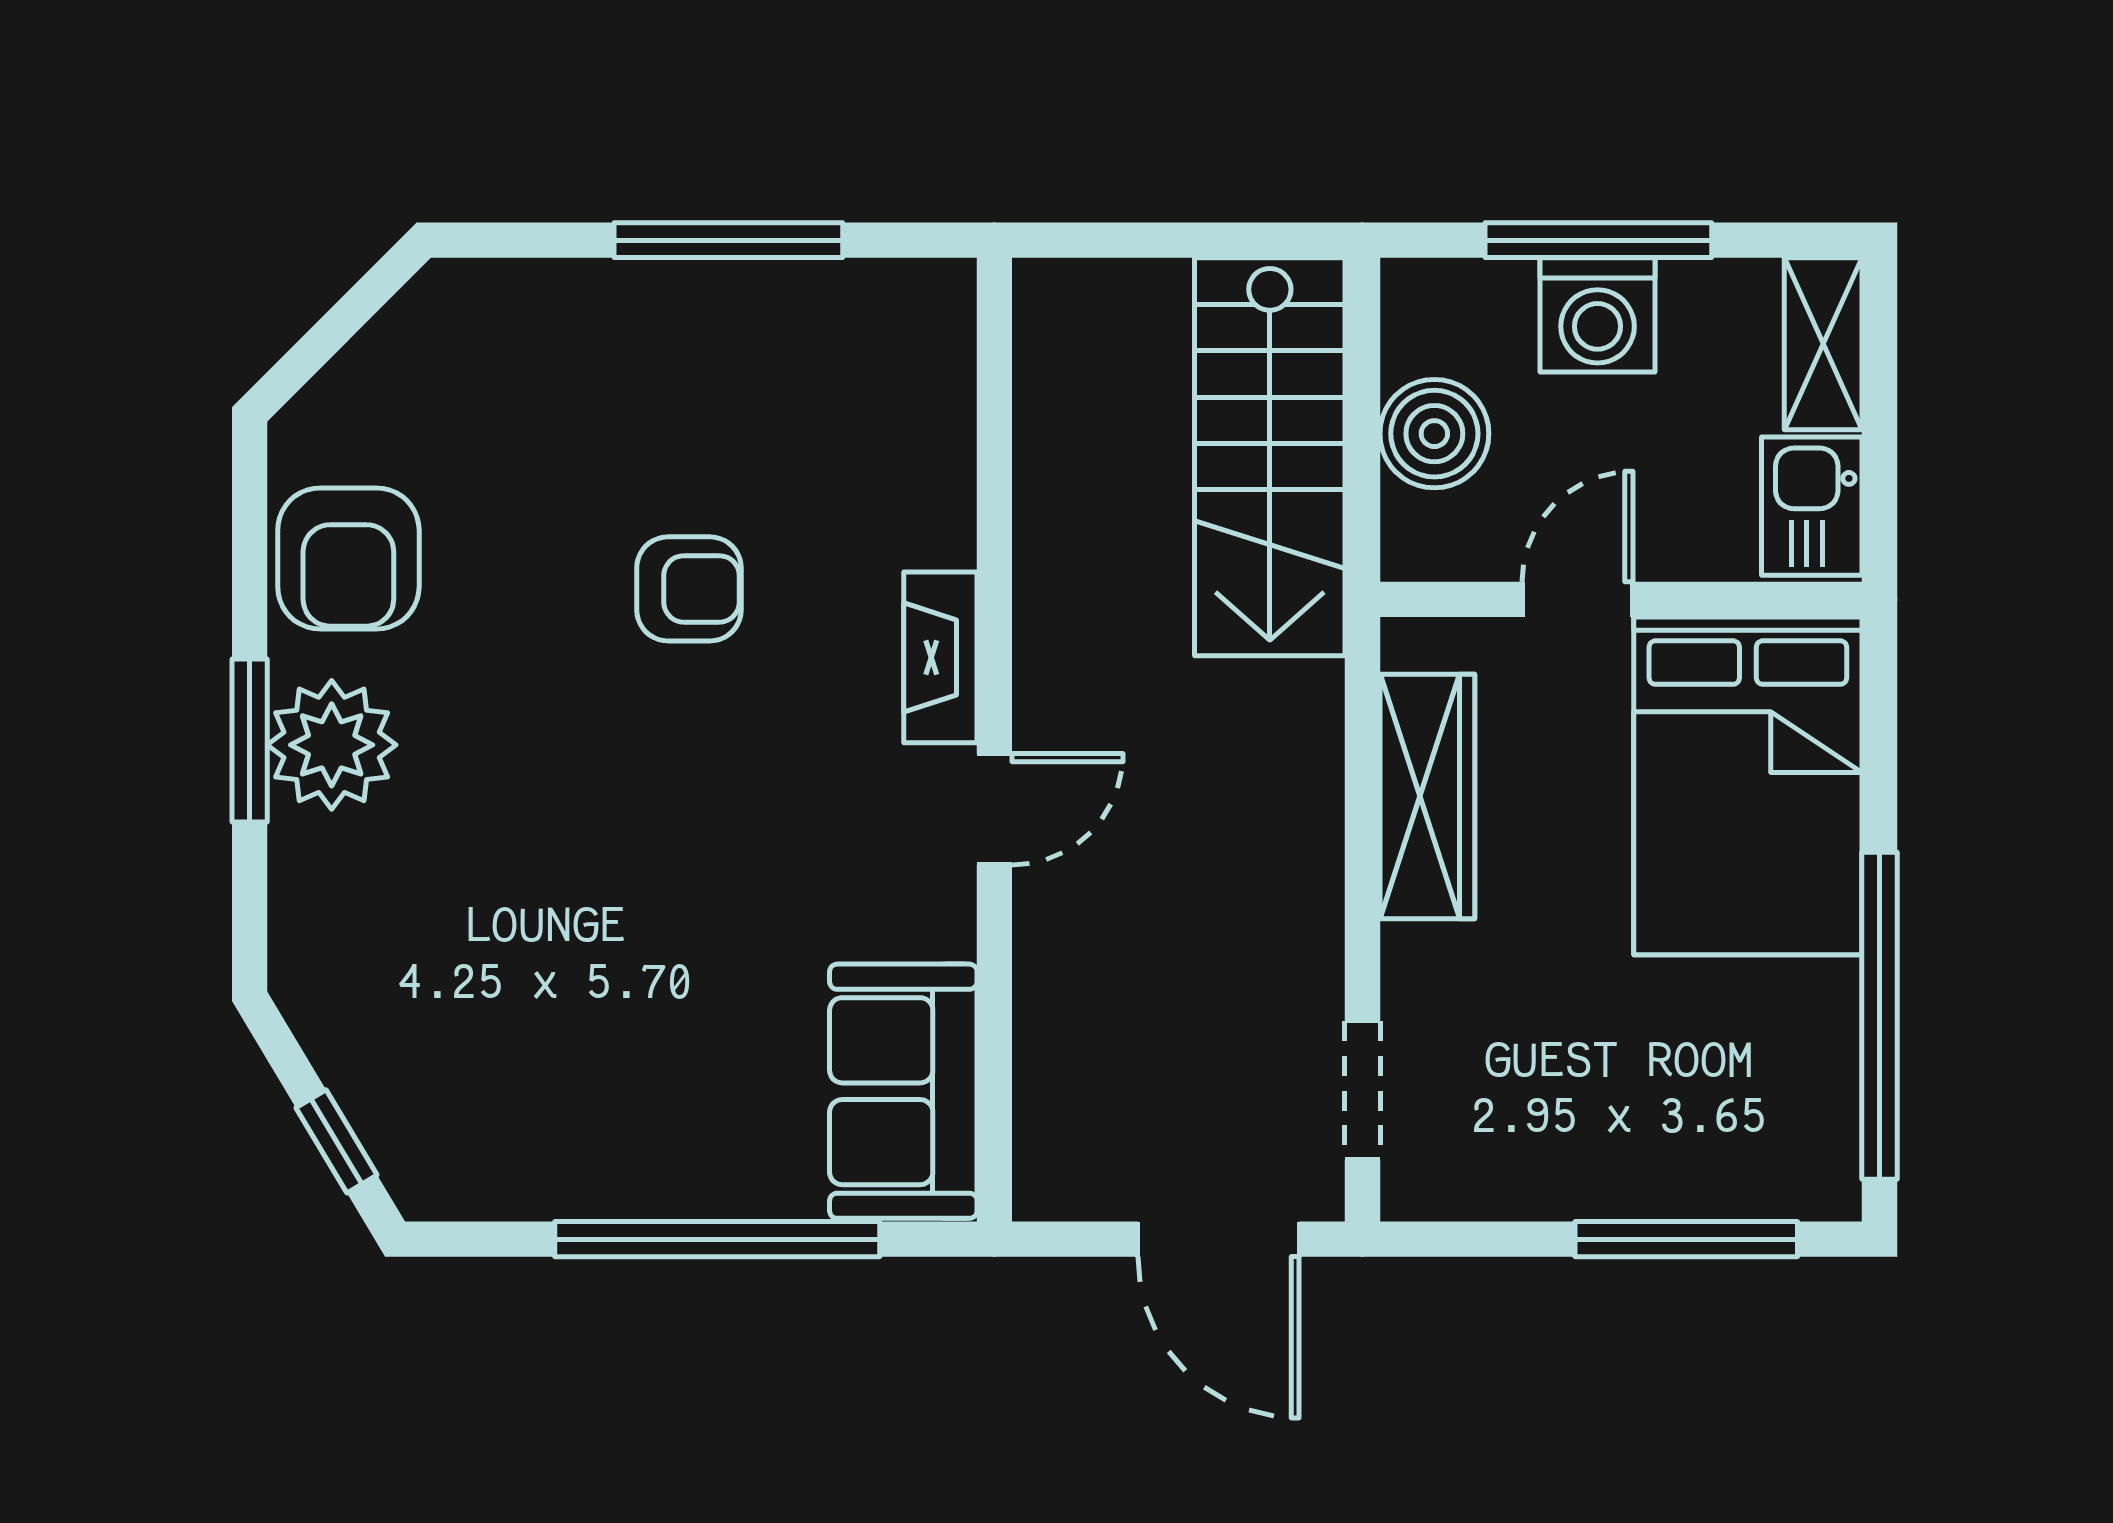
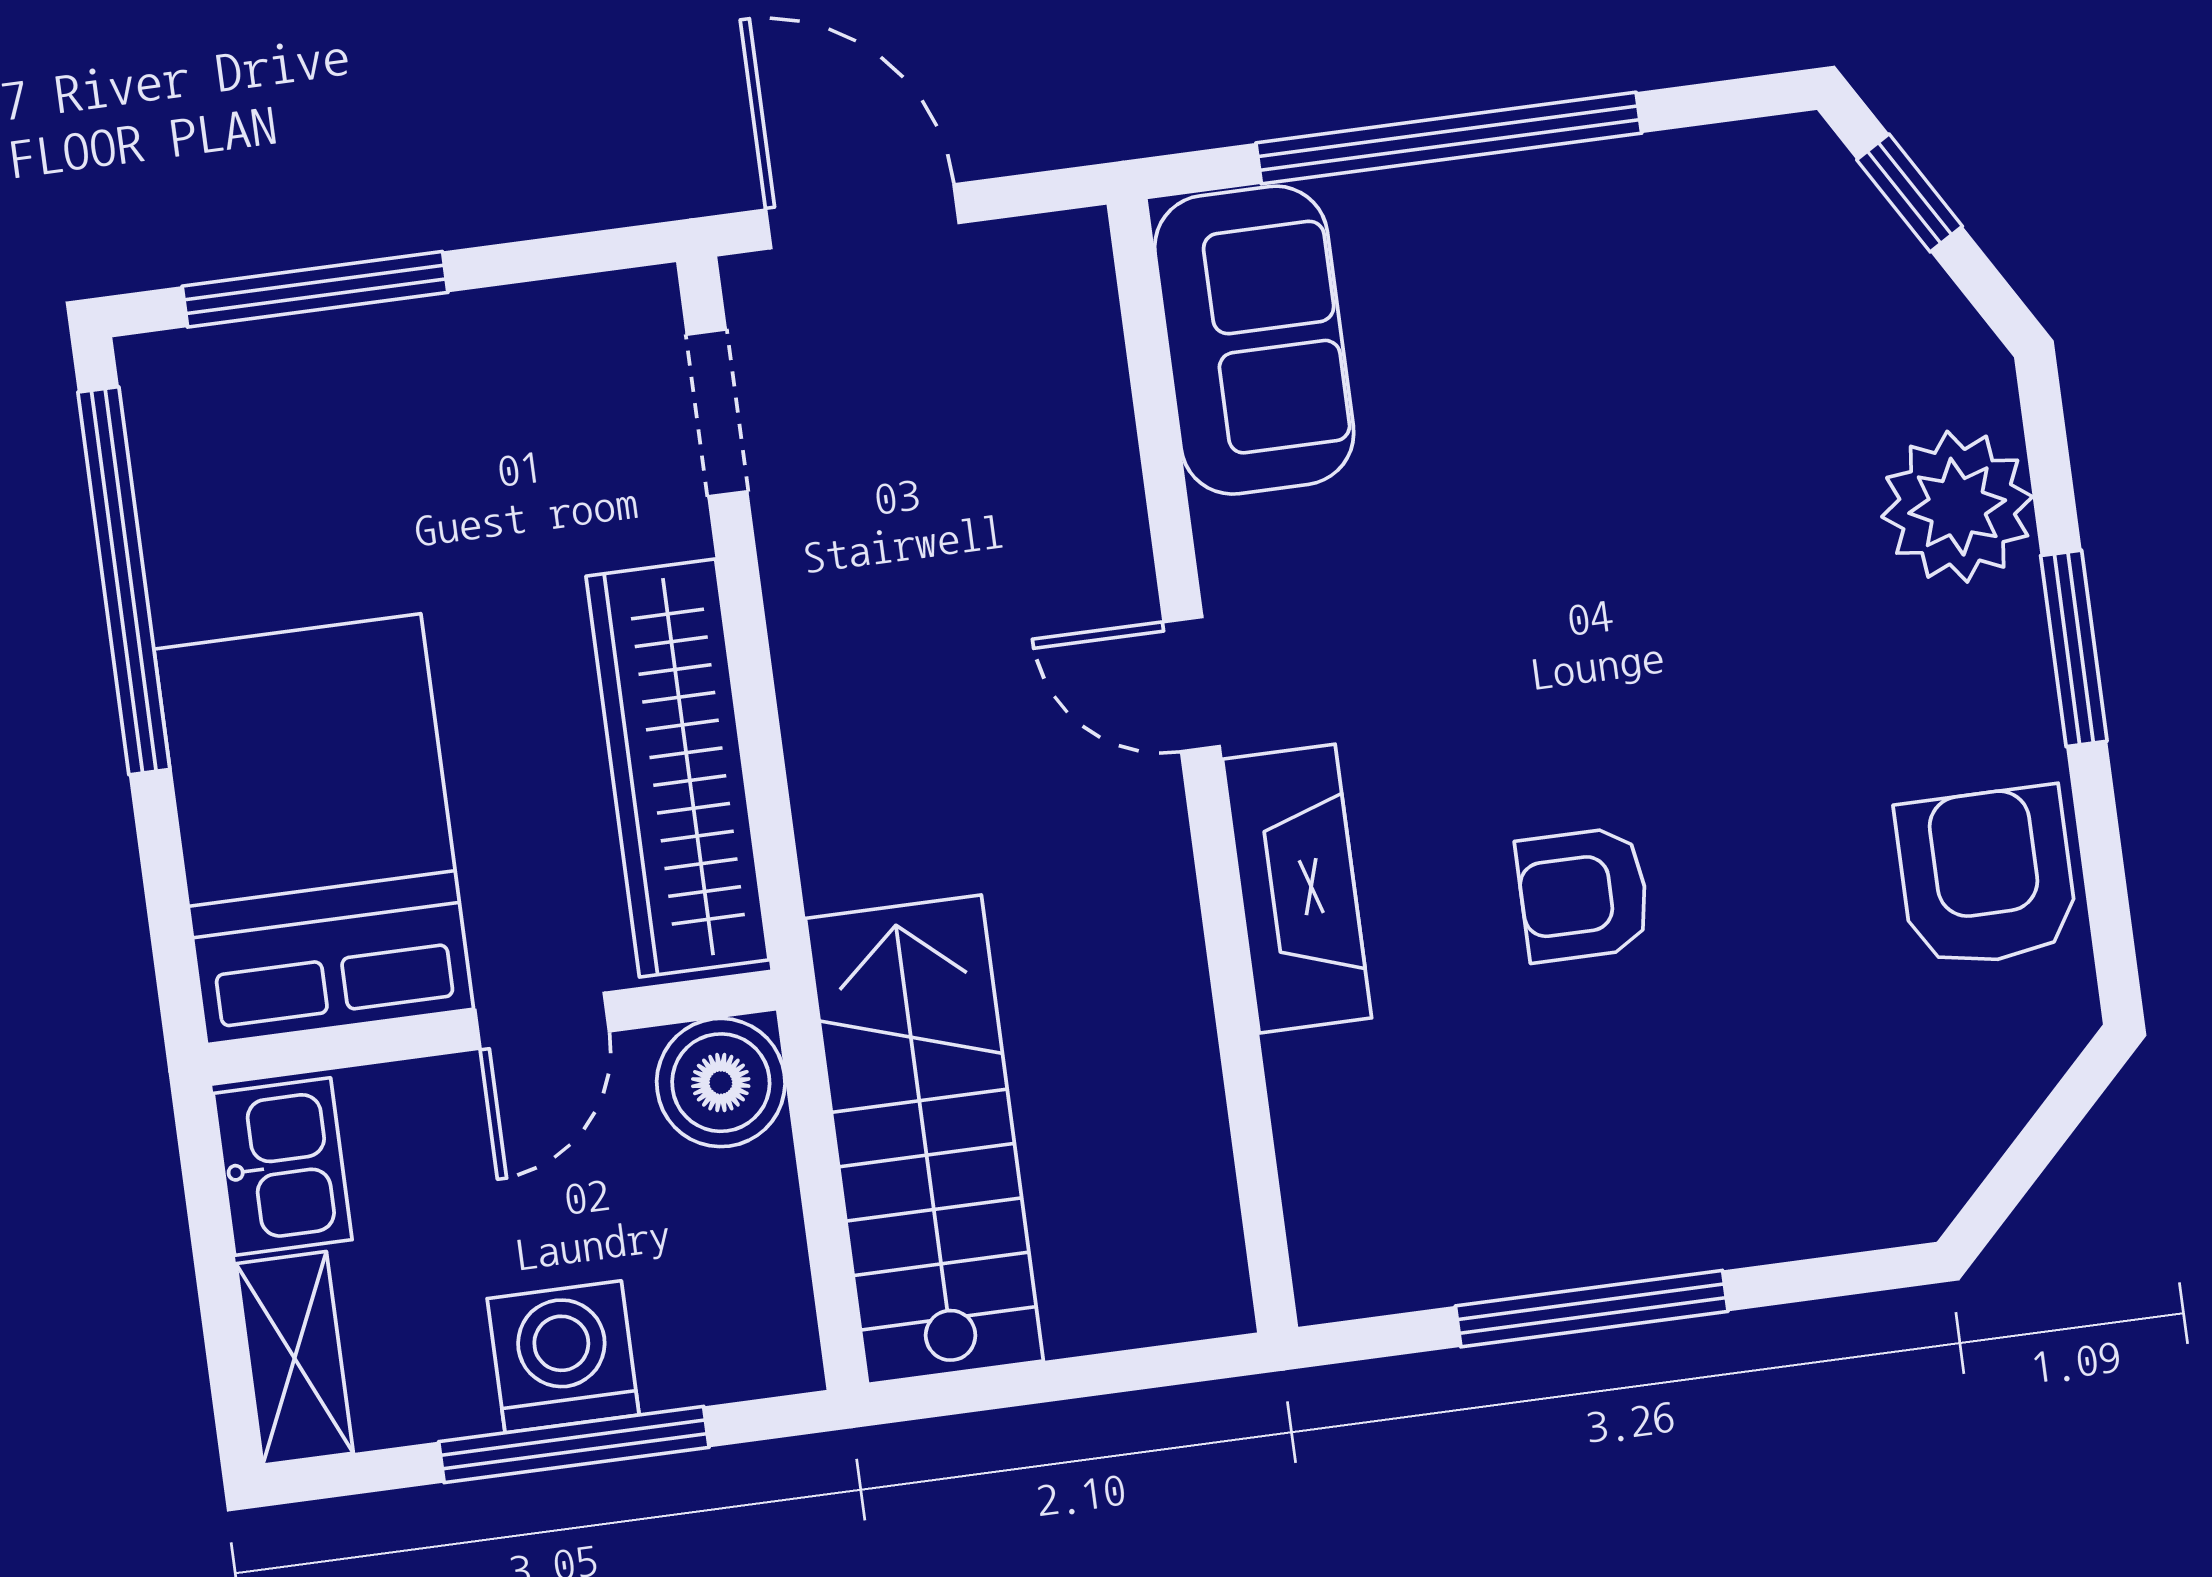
boiler: (1434, 434) -> (721, 1083), moved
fireplace: (940, 657) -> (1297, 889), width x1.37, depth x1.32
plant: (332, 745) -> (1957, 507), moved
wardrobe: (1427, 796) -> (678, 768), width x1.40, depth x1.17
door: (994, 809) -> (1192, 684), hinge flipped

